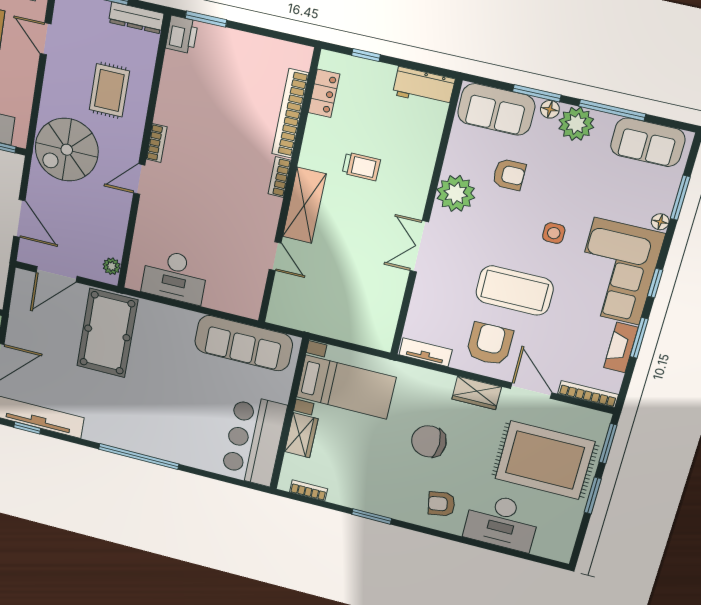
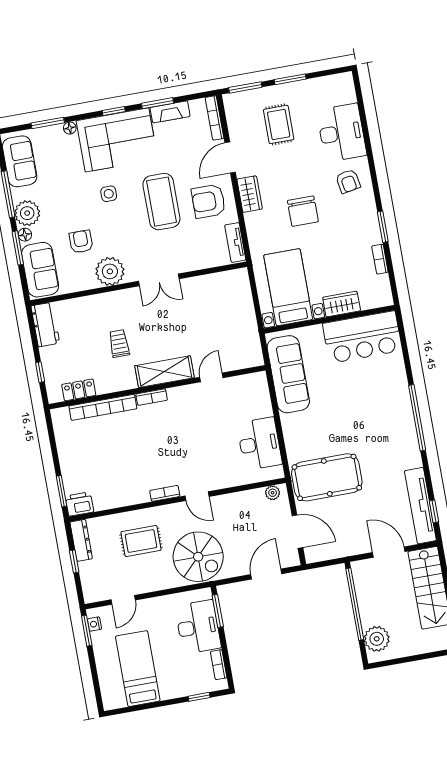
rug: (545, 460) -> (279, 124), width x0.54, depth x0.49
bookcase: (309, 490) -> (380, 259), moved

